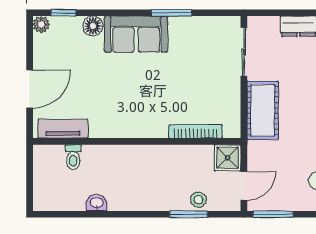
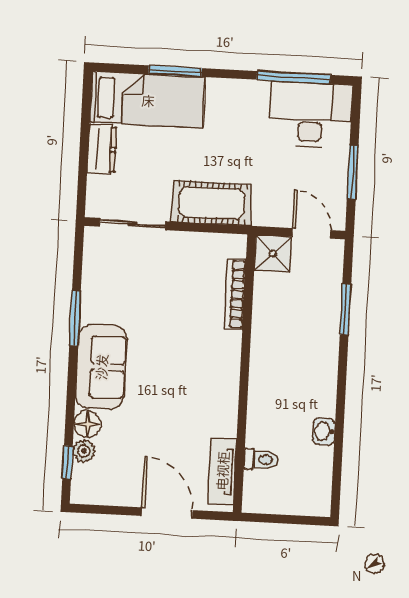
plant: (41, 25) -> (84, 451), moved
stool: (198, 200) -> (327, 295), removed
window: (273, 214) -> (353, 172), moved

